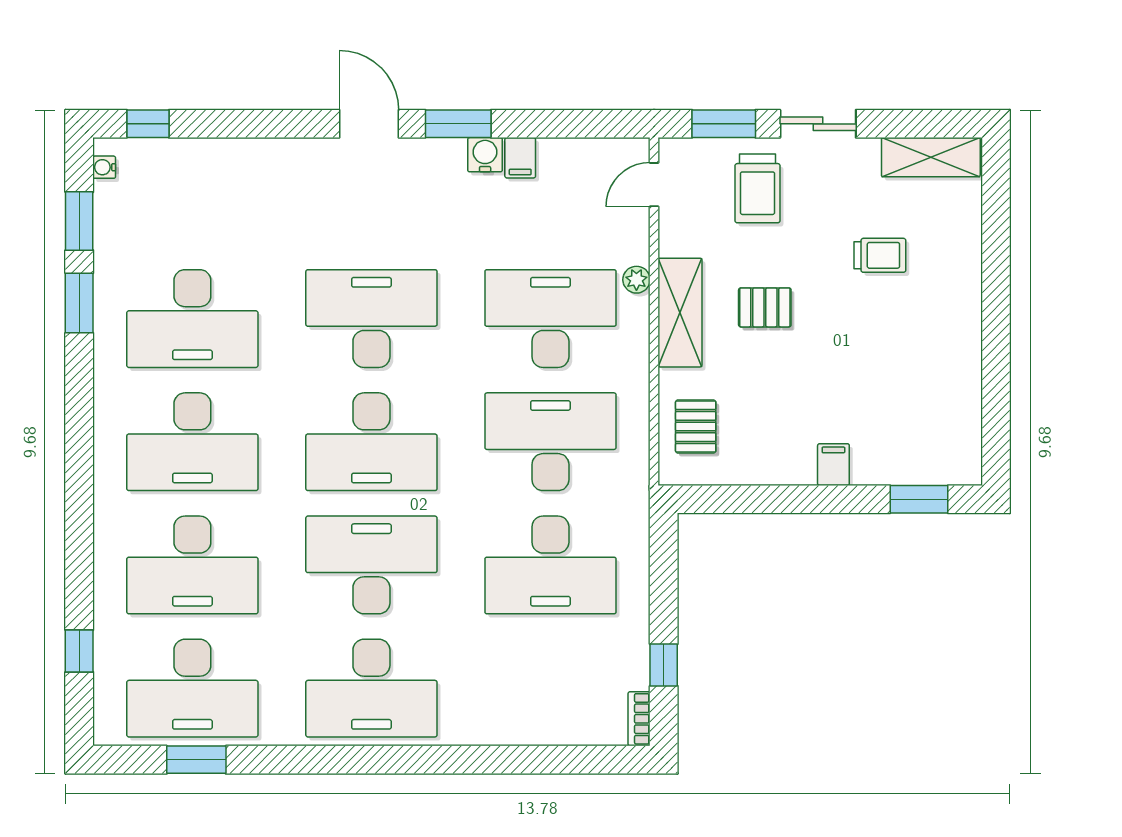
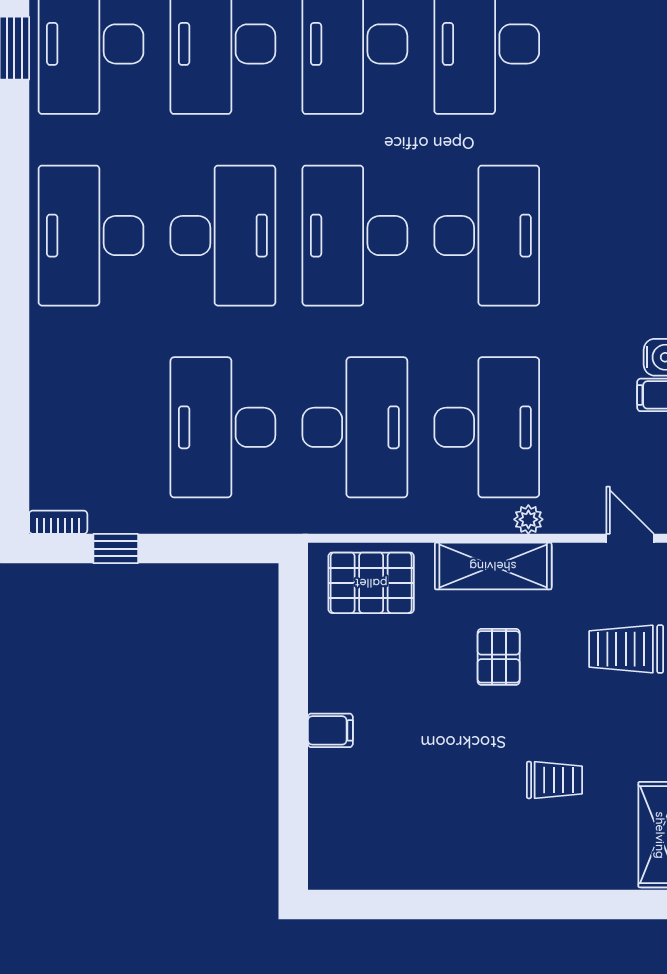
trolley: (880, 255) -> (554, 780), turned -90
pallet: (696, 427) -> (371, 583), width x1.50, depth x1.42
window: (919, 499) -> (293, 822), removed

